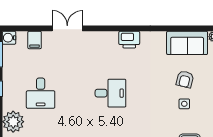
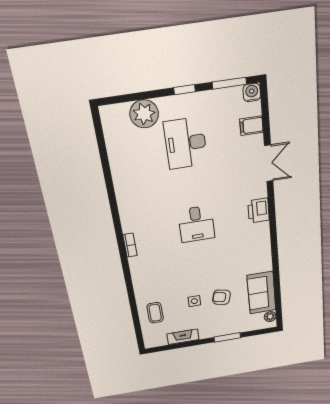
printer: (129, 40) -> (259, 211), moved
desk: (41, 93) -> (186, 143), width x1.37

